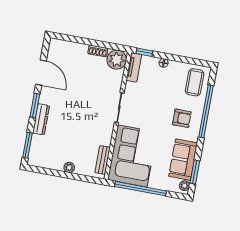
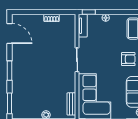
plant: (117, 60) -> (68, 22), removed
door: (41, 73) -> (10, 33), moved
dresser: (41, 119) -> (17, 81), removed

